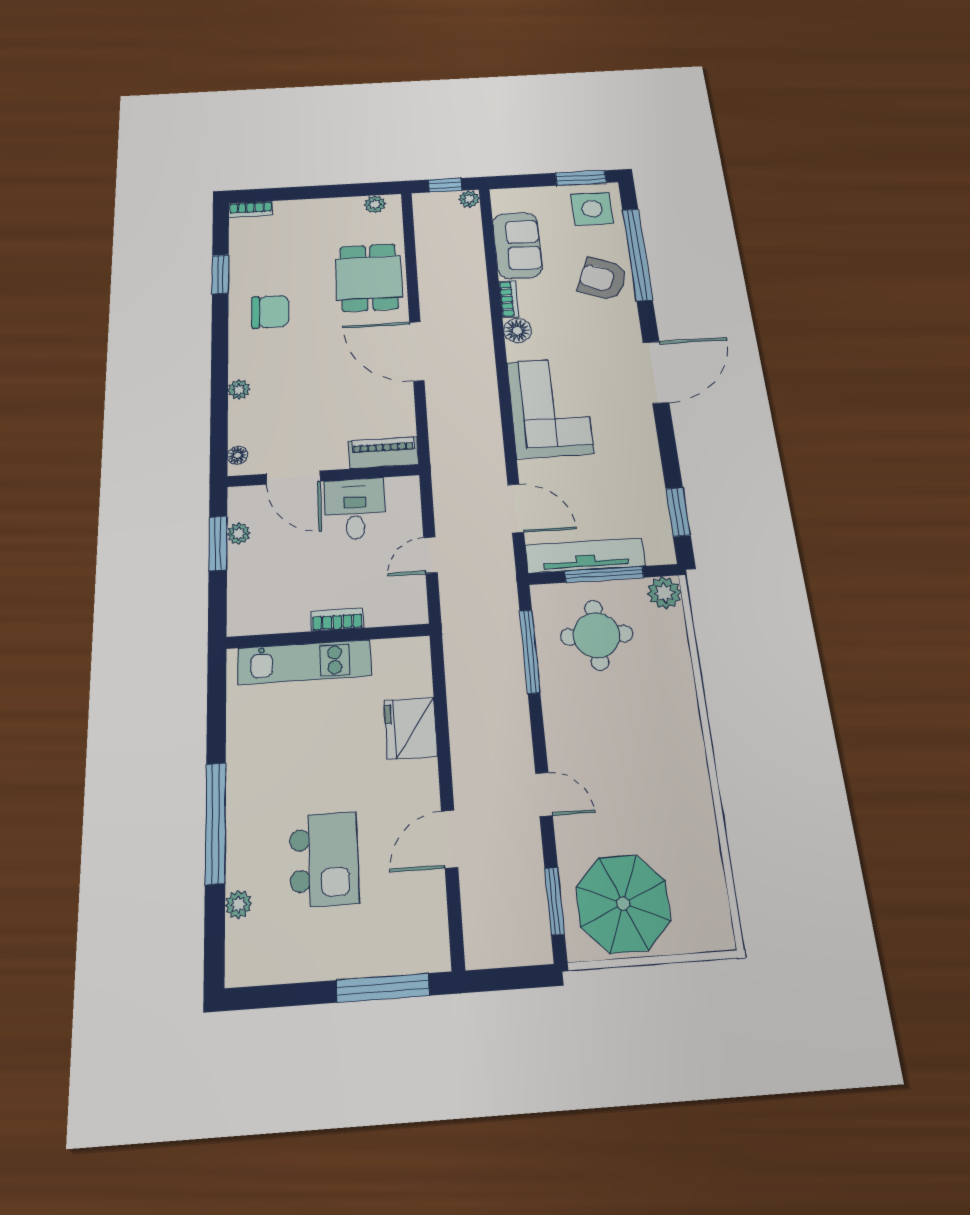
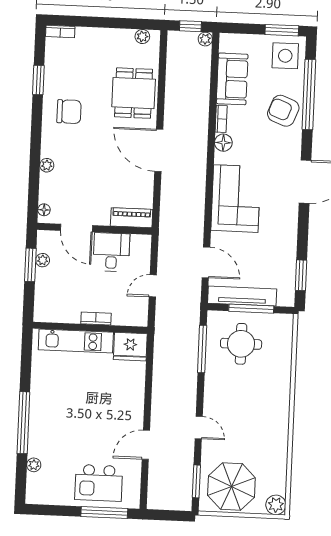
plant: (664, 593) -> (276, 505), moved
fridge: (411, 728) -> (130, 347), moved, turned -90
kitchen island: (324, 859) -> (99, 483), moved, turned 90

